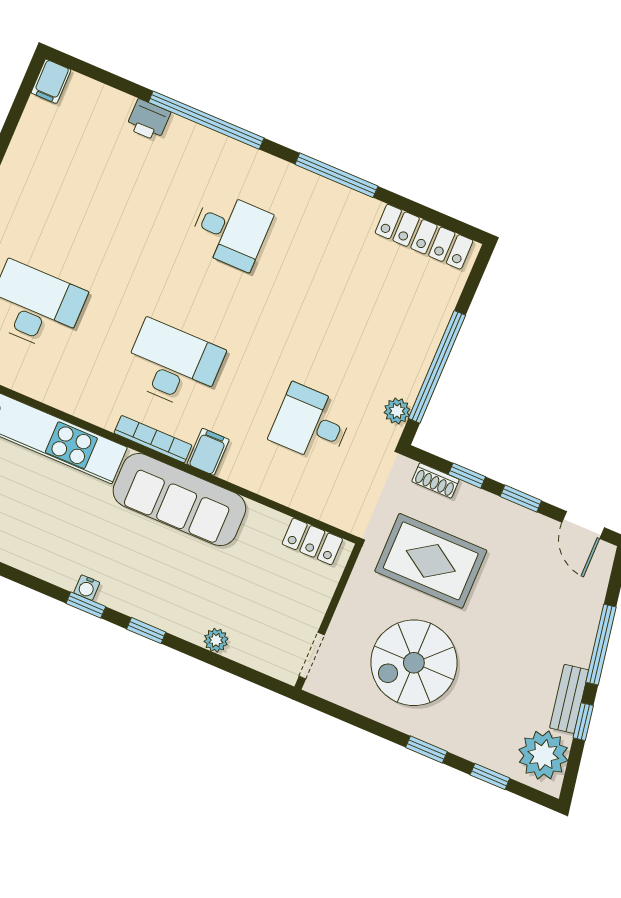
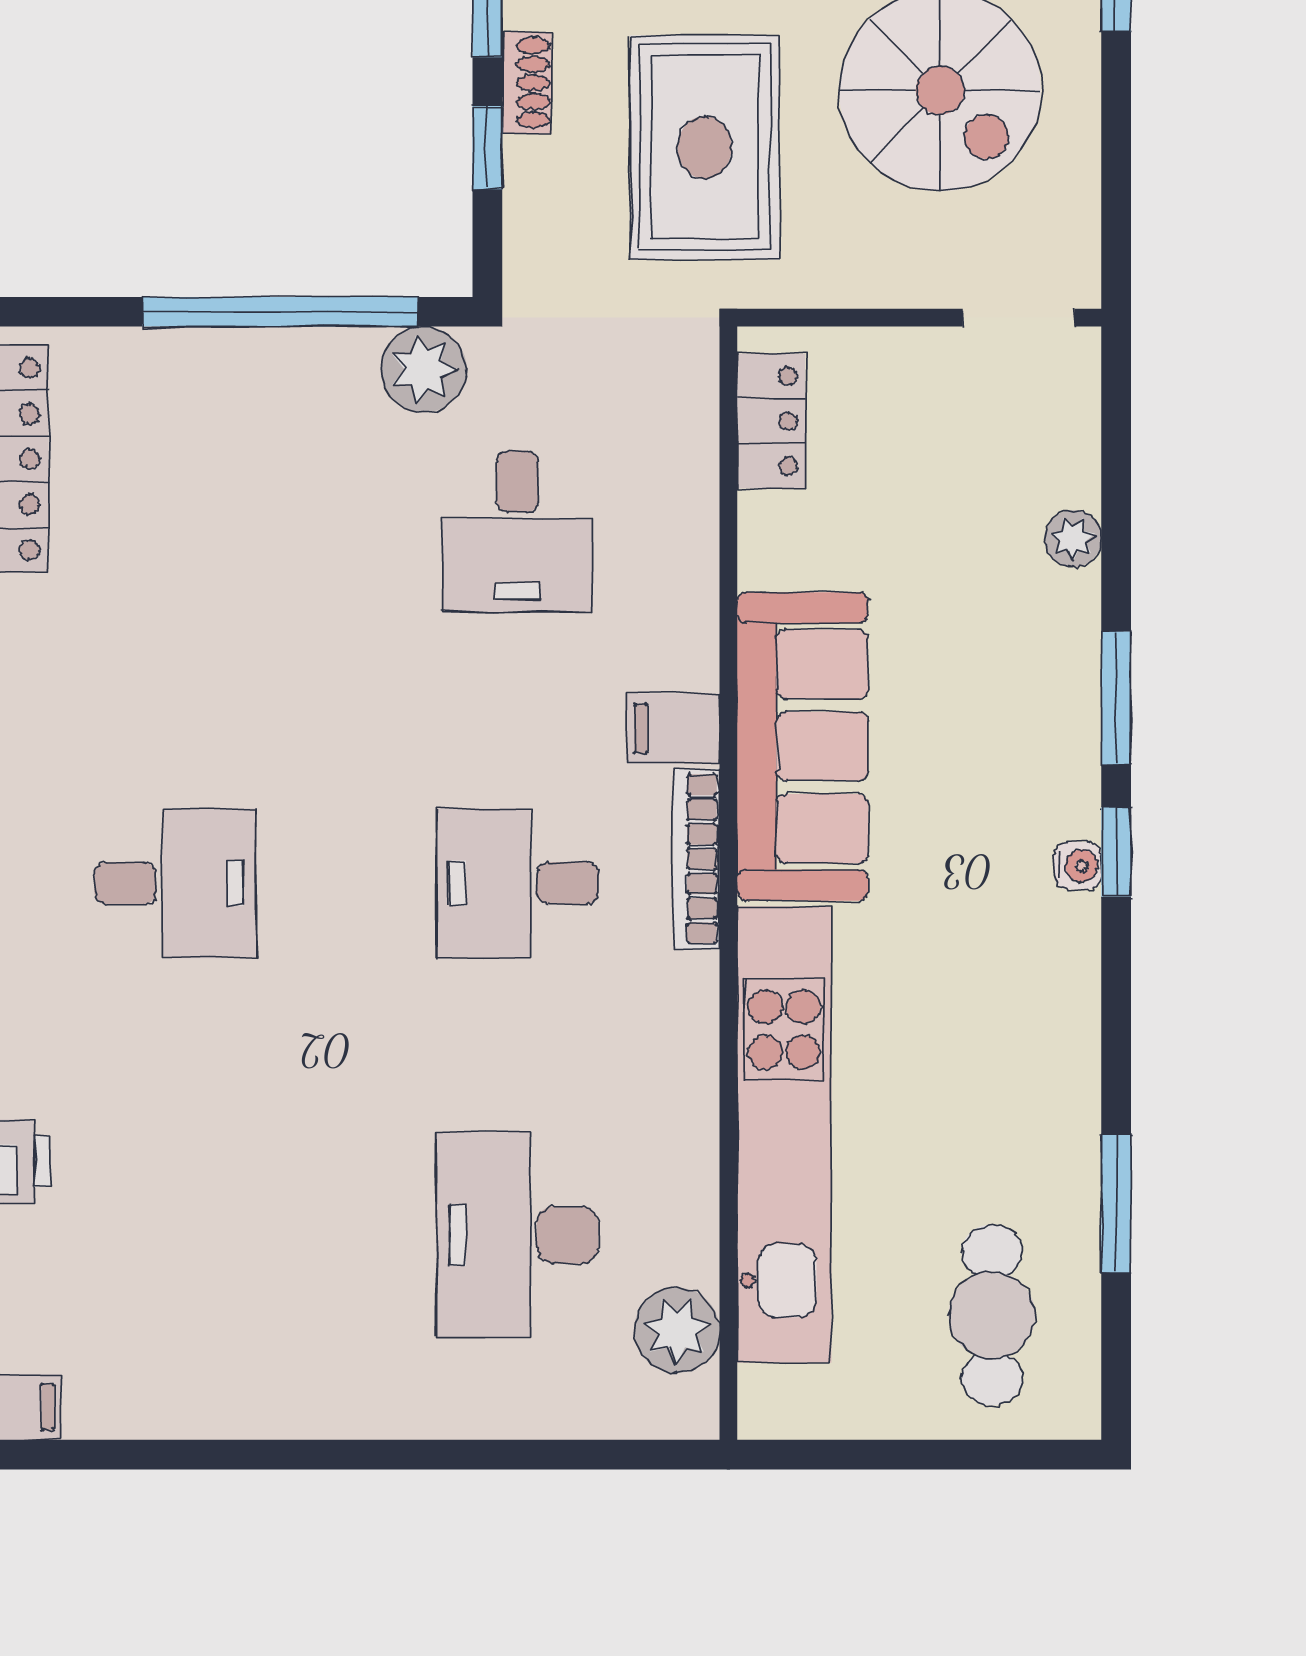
desk: (230, 231) -> (175, 883), turned 90
desk: (173, 365) -> (518, 883), width x0.73
plant: (397, 411) -> (424, 369), width x1.38, depth x1.38
shoe rack: (436, 480) -> (527, 83), moved
window: (146, 631) -> (1116, 698), width x1.50

